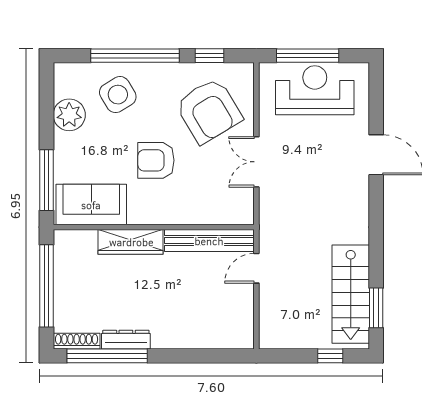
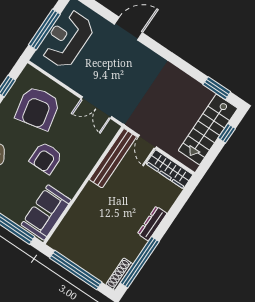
armchair: (209, 111) -> (38, 108), turned 109
double door: (256, 162) -> (96, 108), moved
wardrobe: (131, 242) -> (169, 169), moved, turned 90
stairs: (351, 294) -> (208, 129), moved, turned 90
dresser: (126, 340) -> (152, 223), moved

